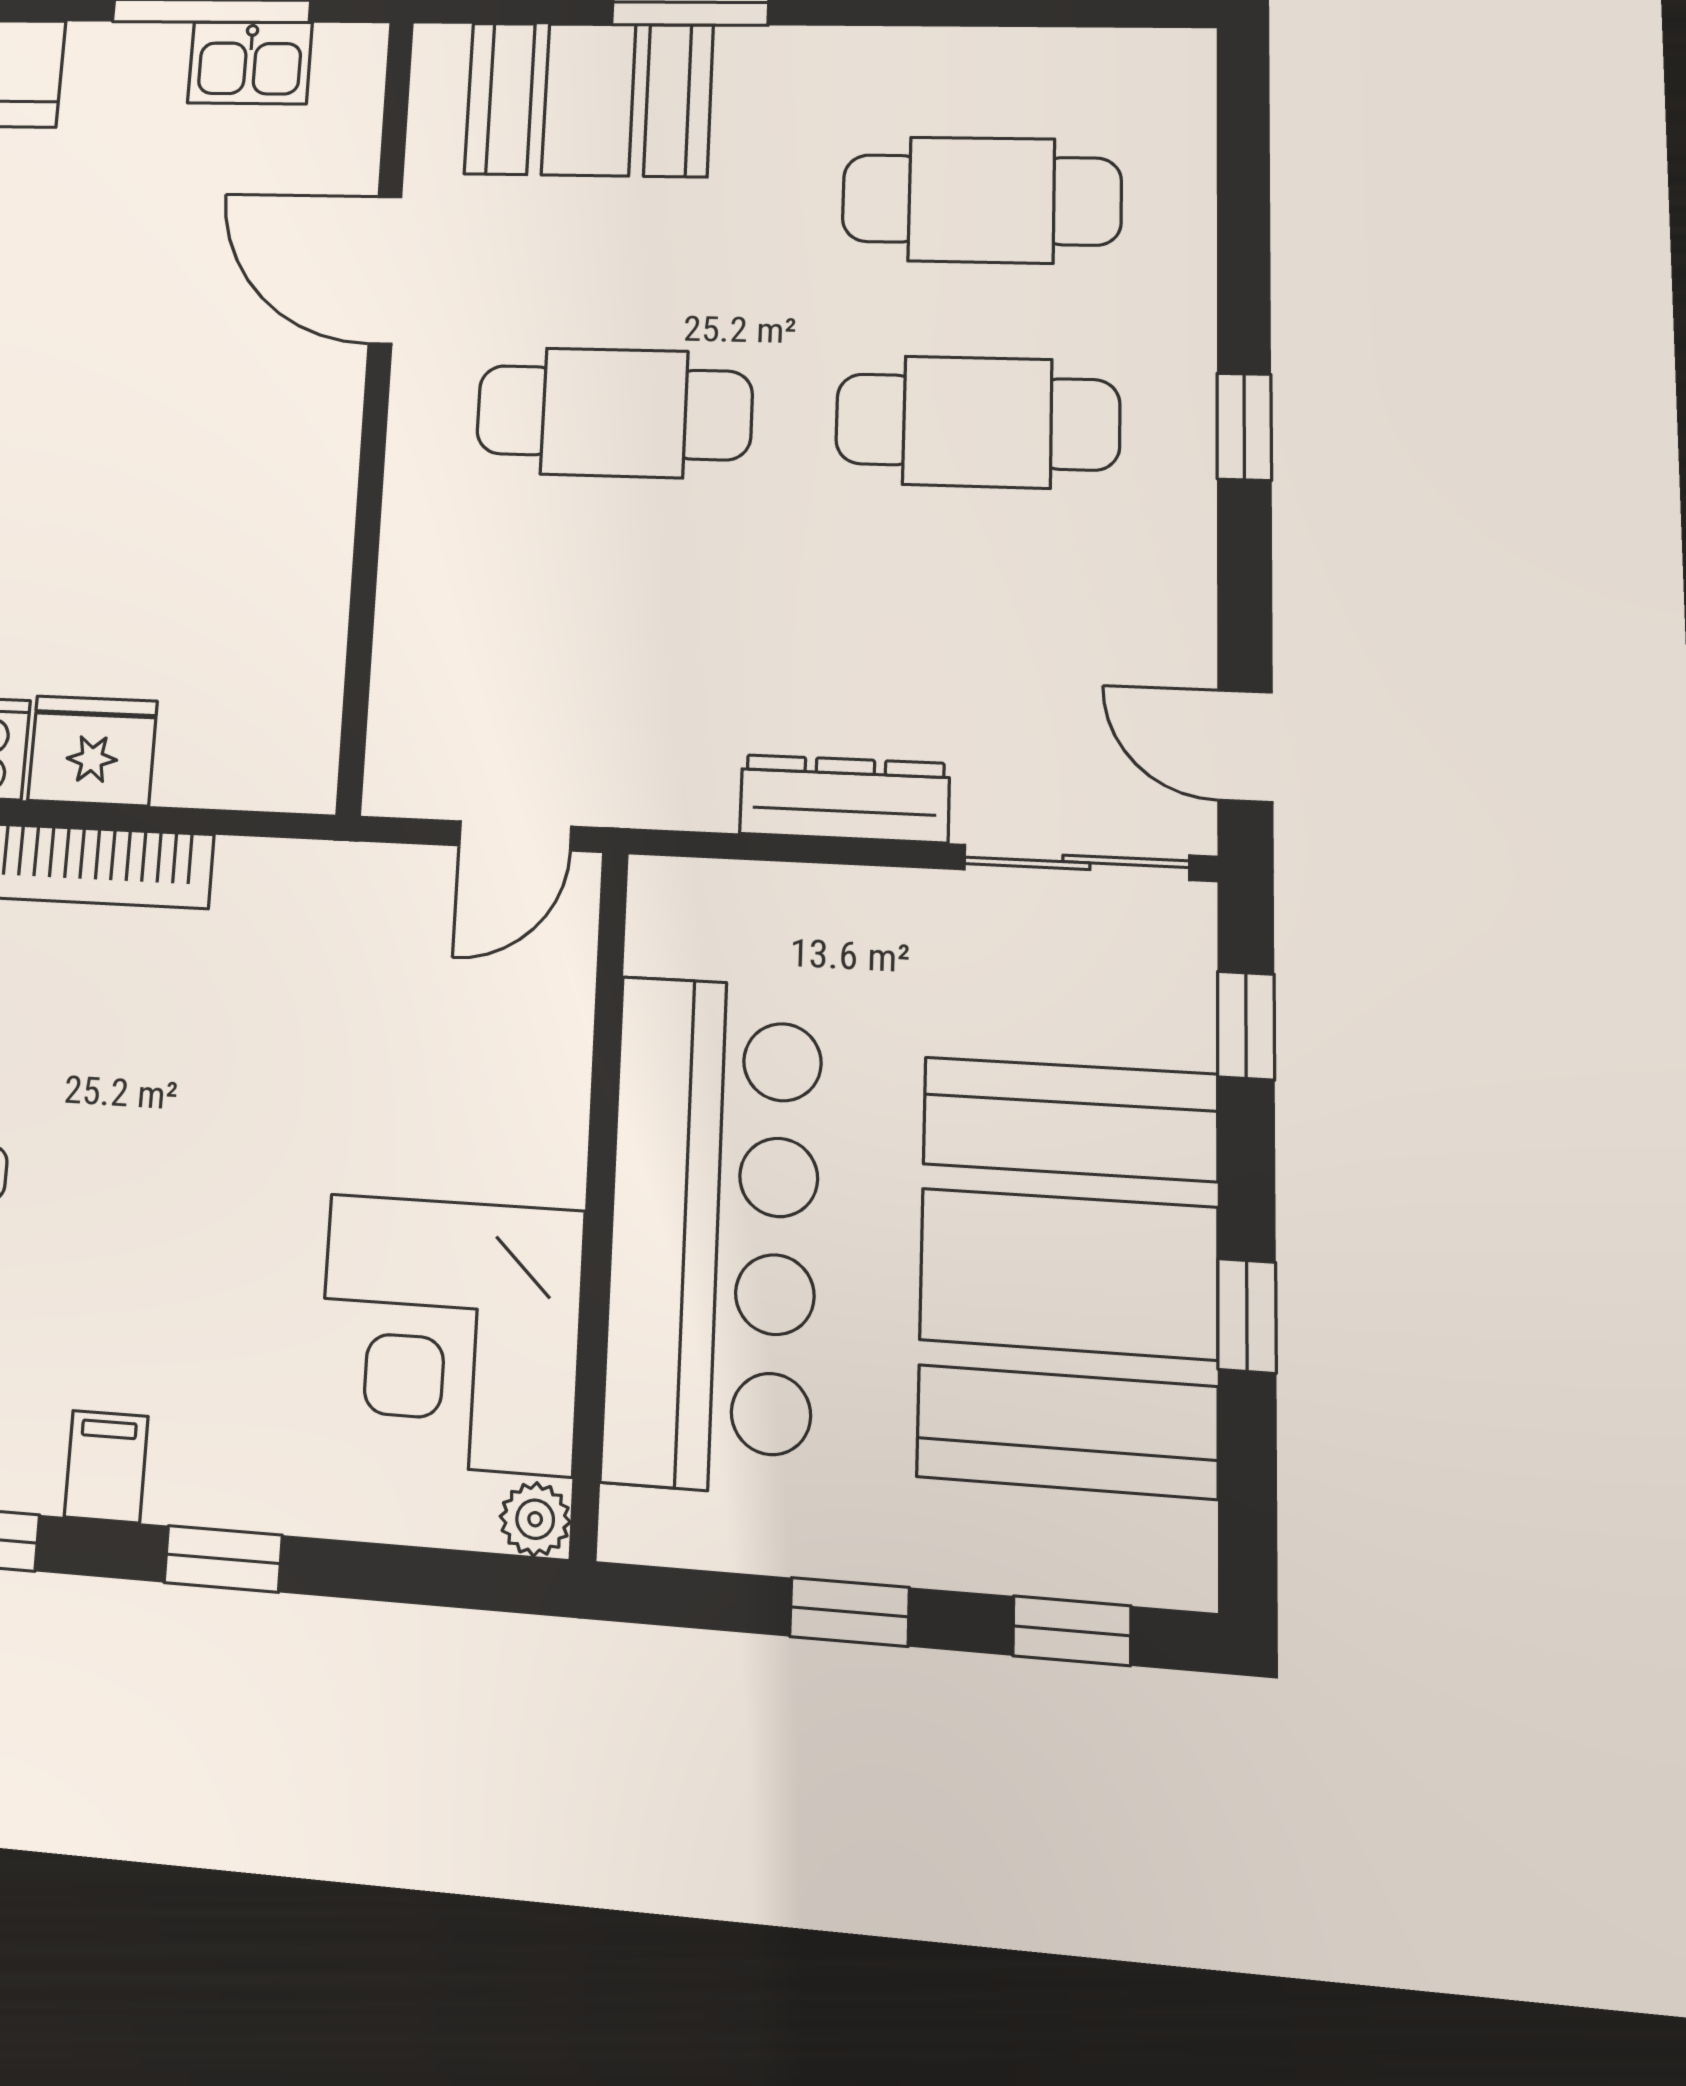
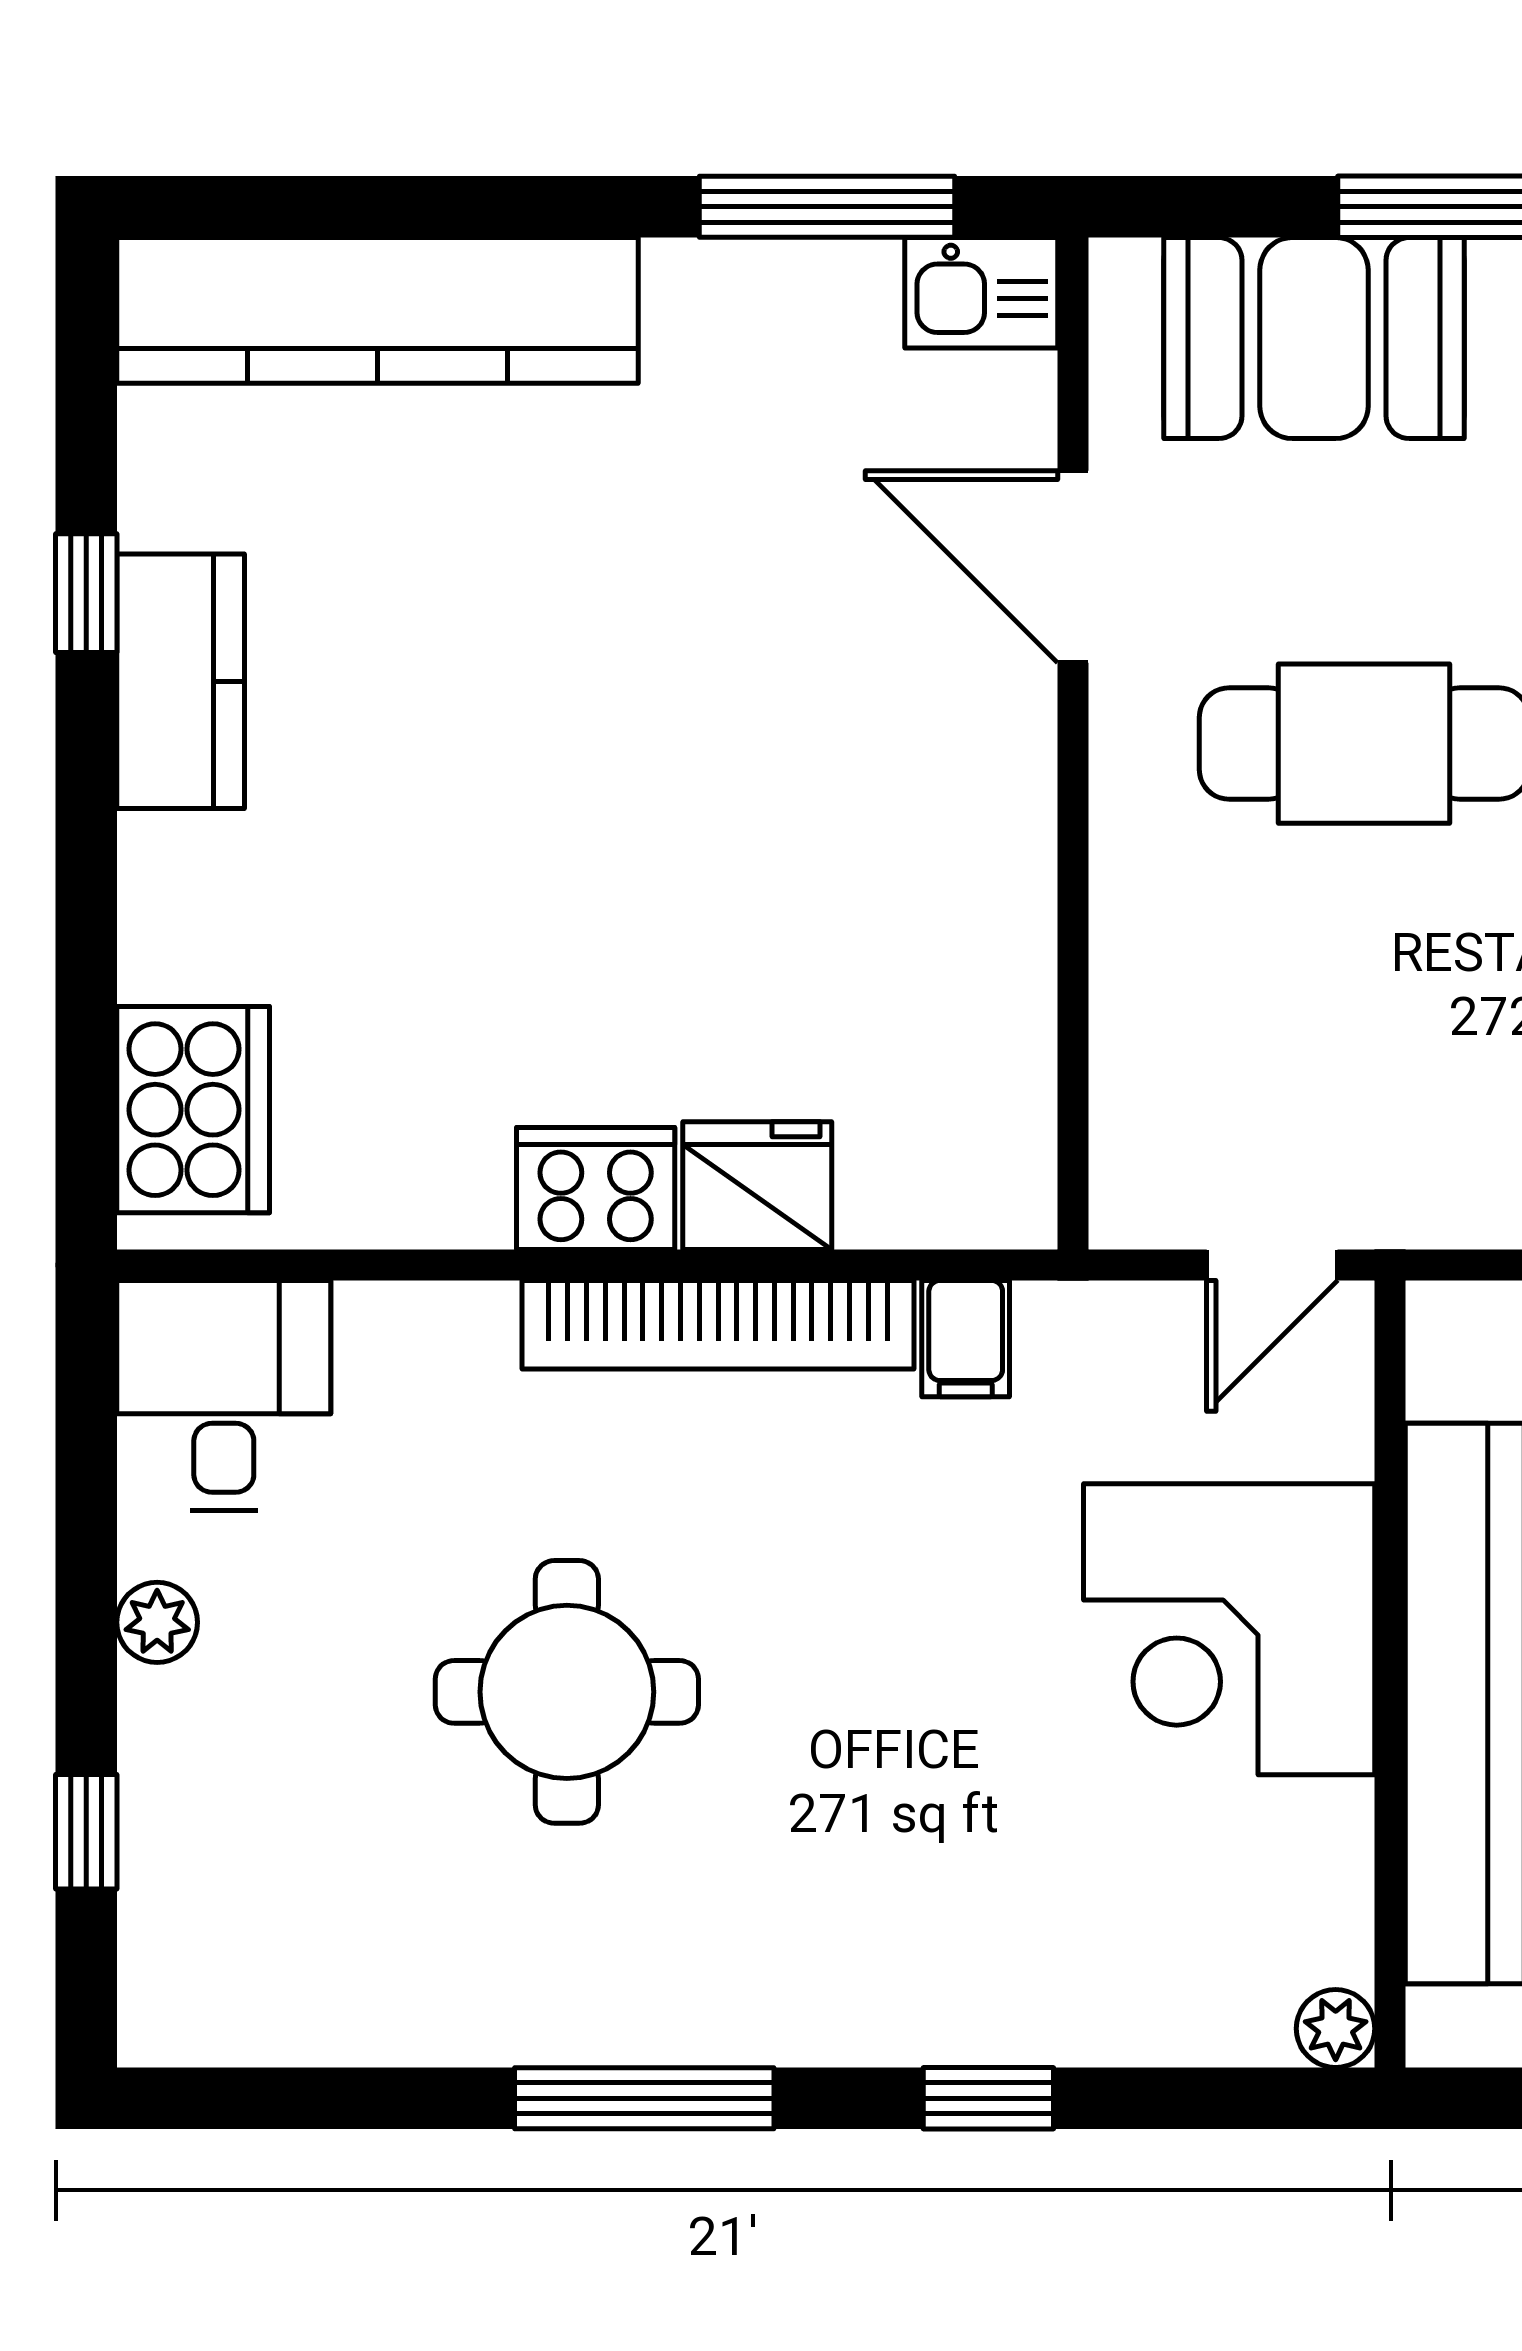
kitchen sink: (250, 63) -> (981, 293), moved
corner desk: (450, 1334) -> (1229, 1629), moved
filing cabinet: (106, 1467) -> (966, 1339), moved, turned 180

